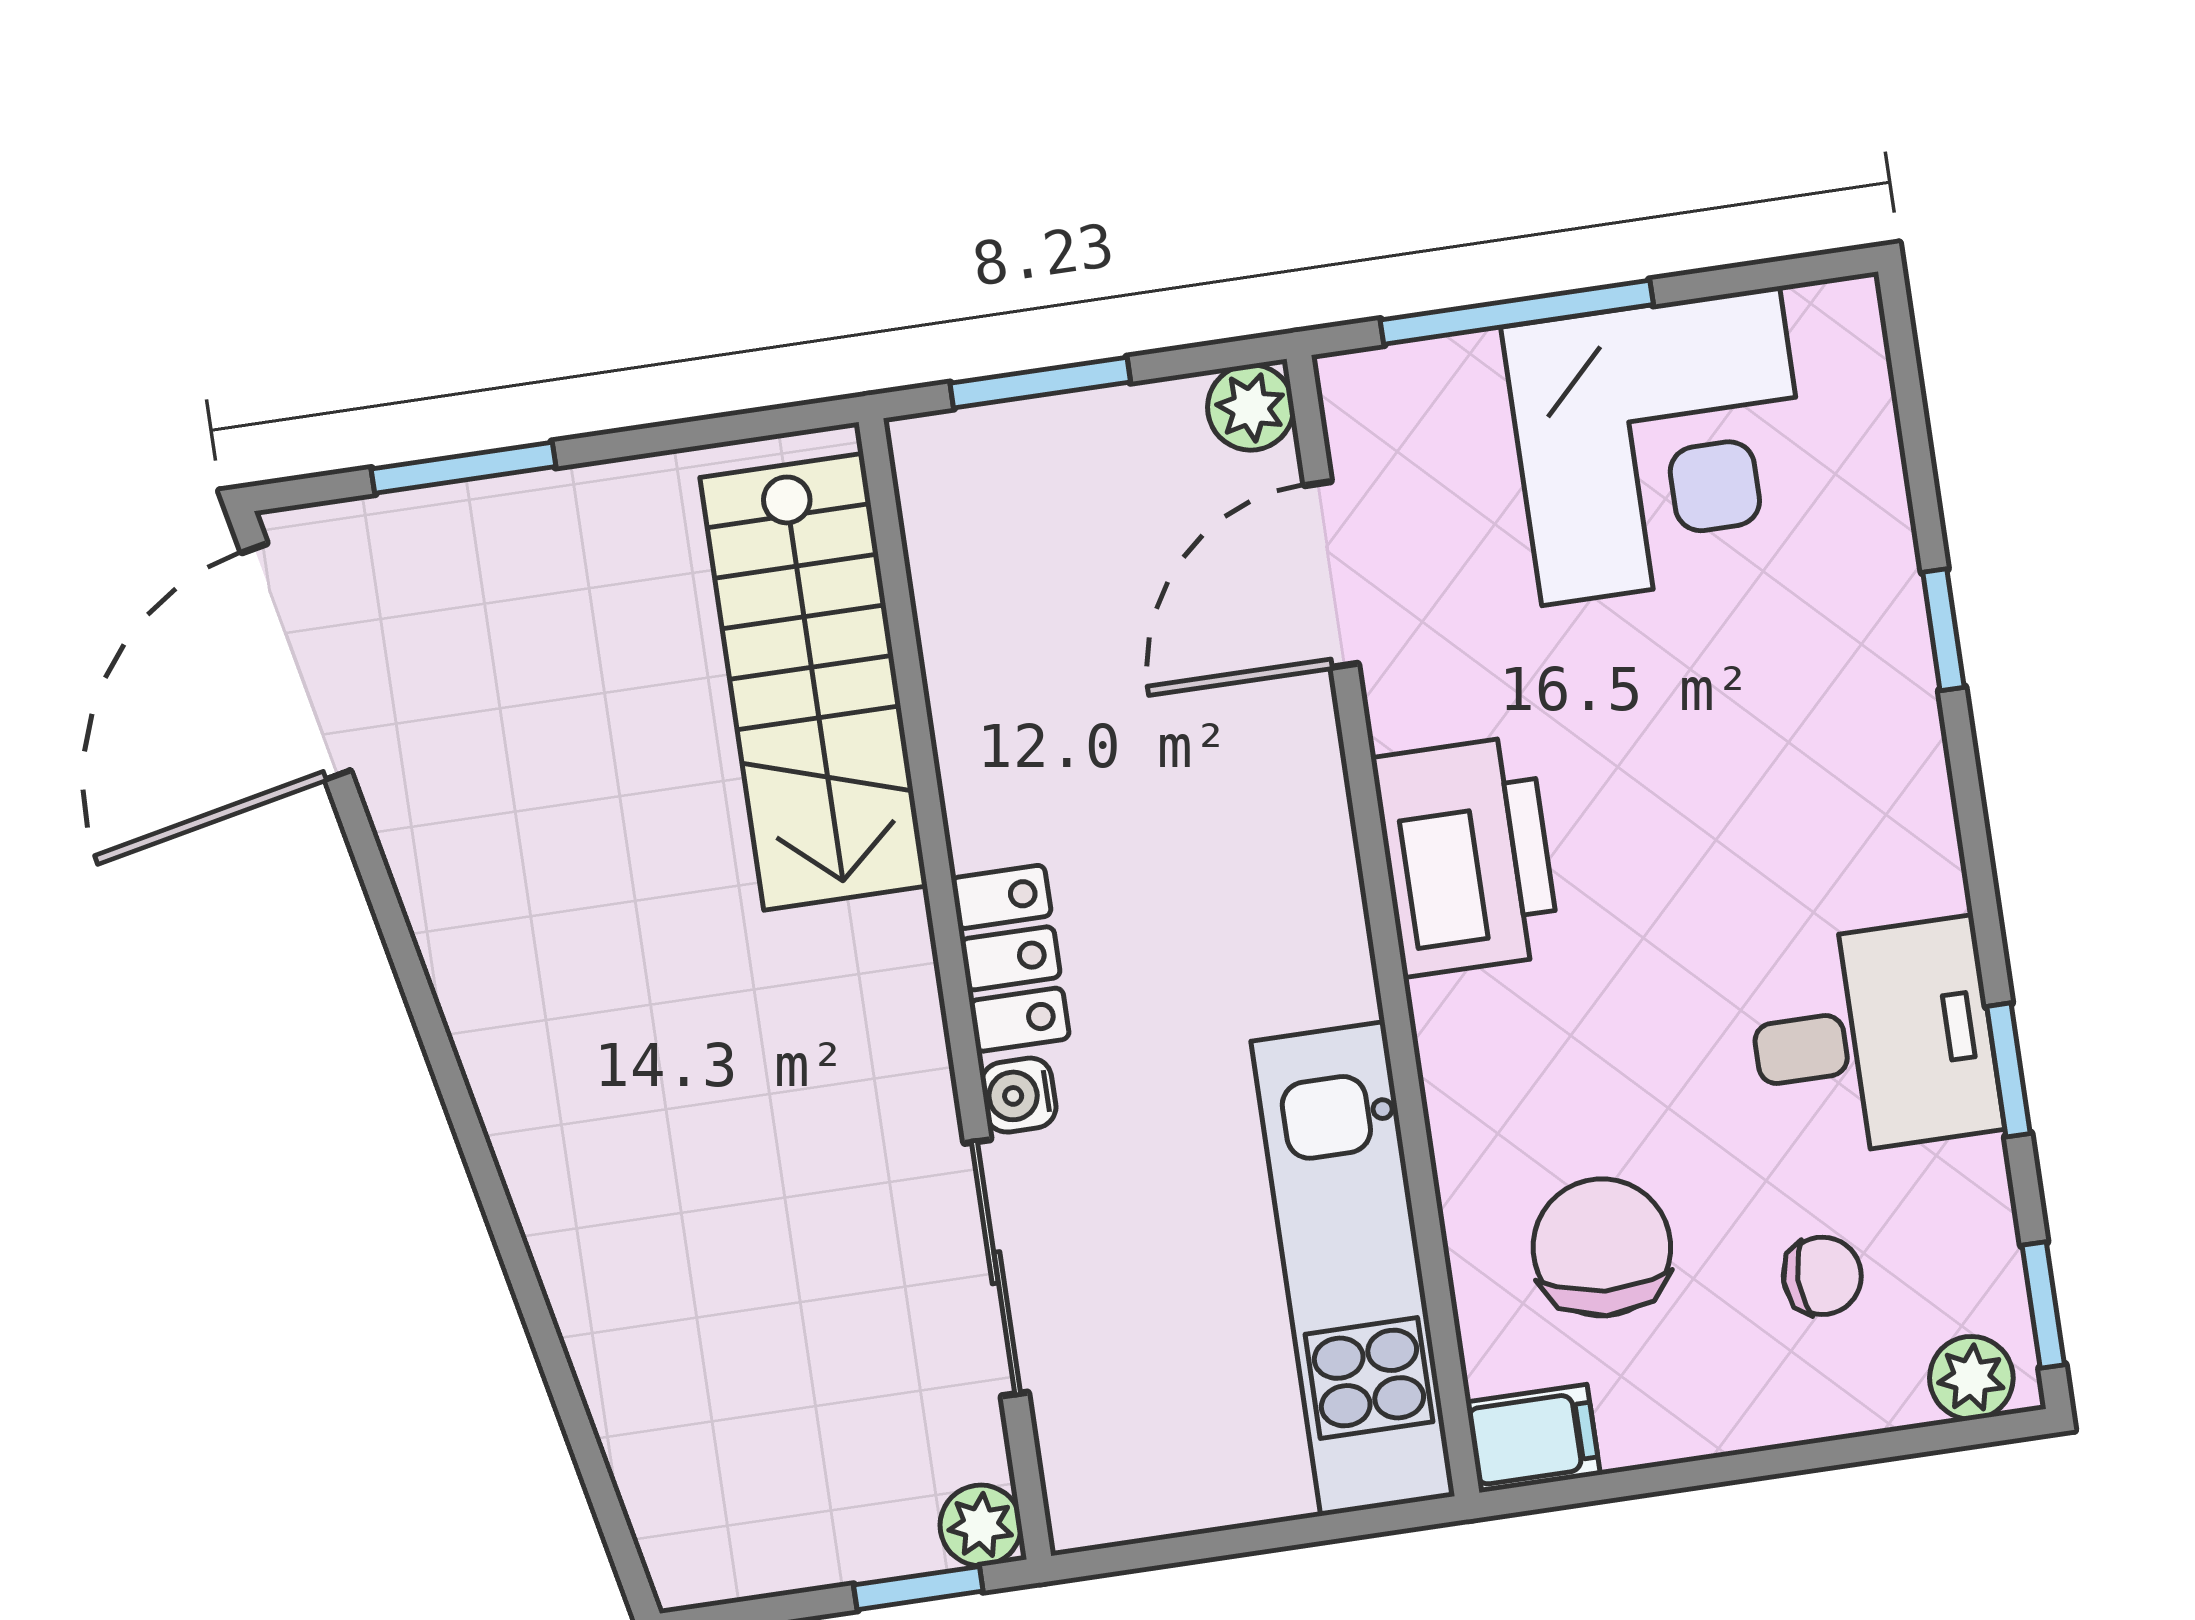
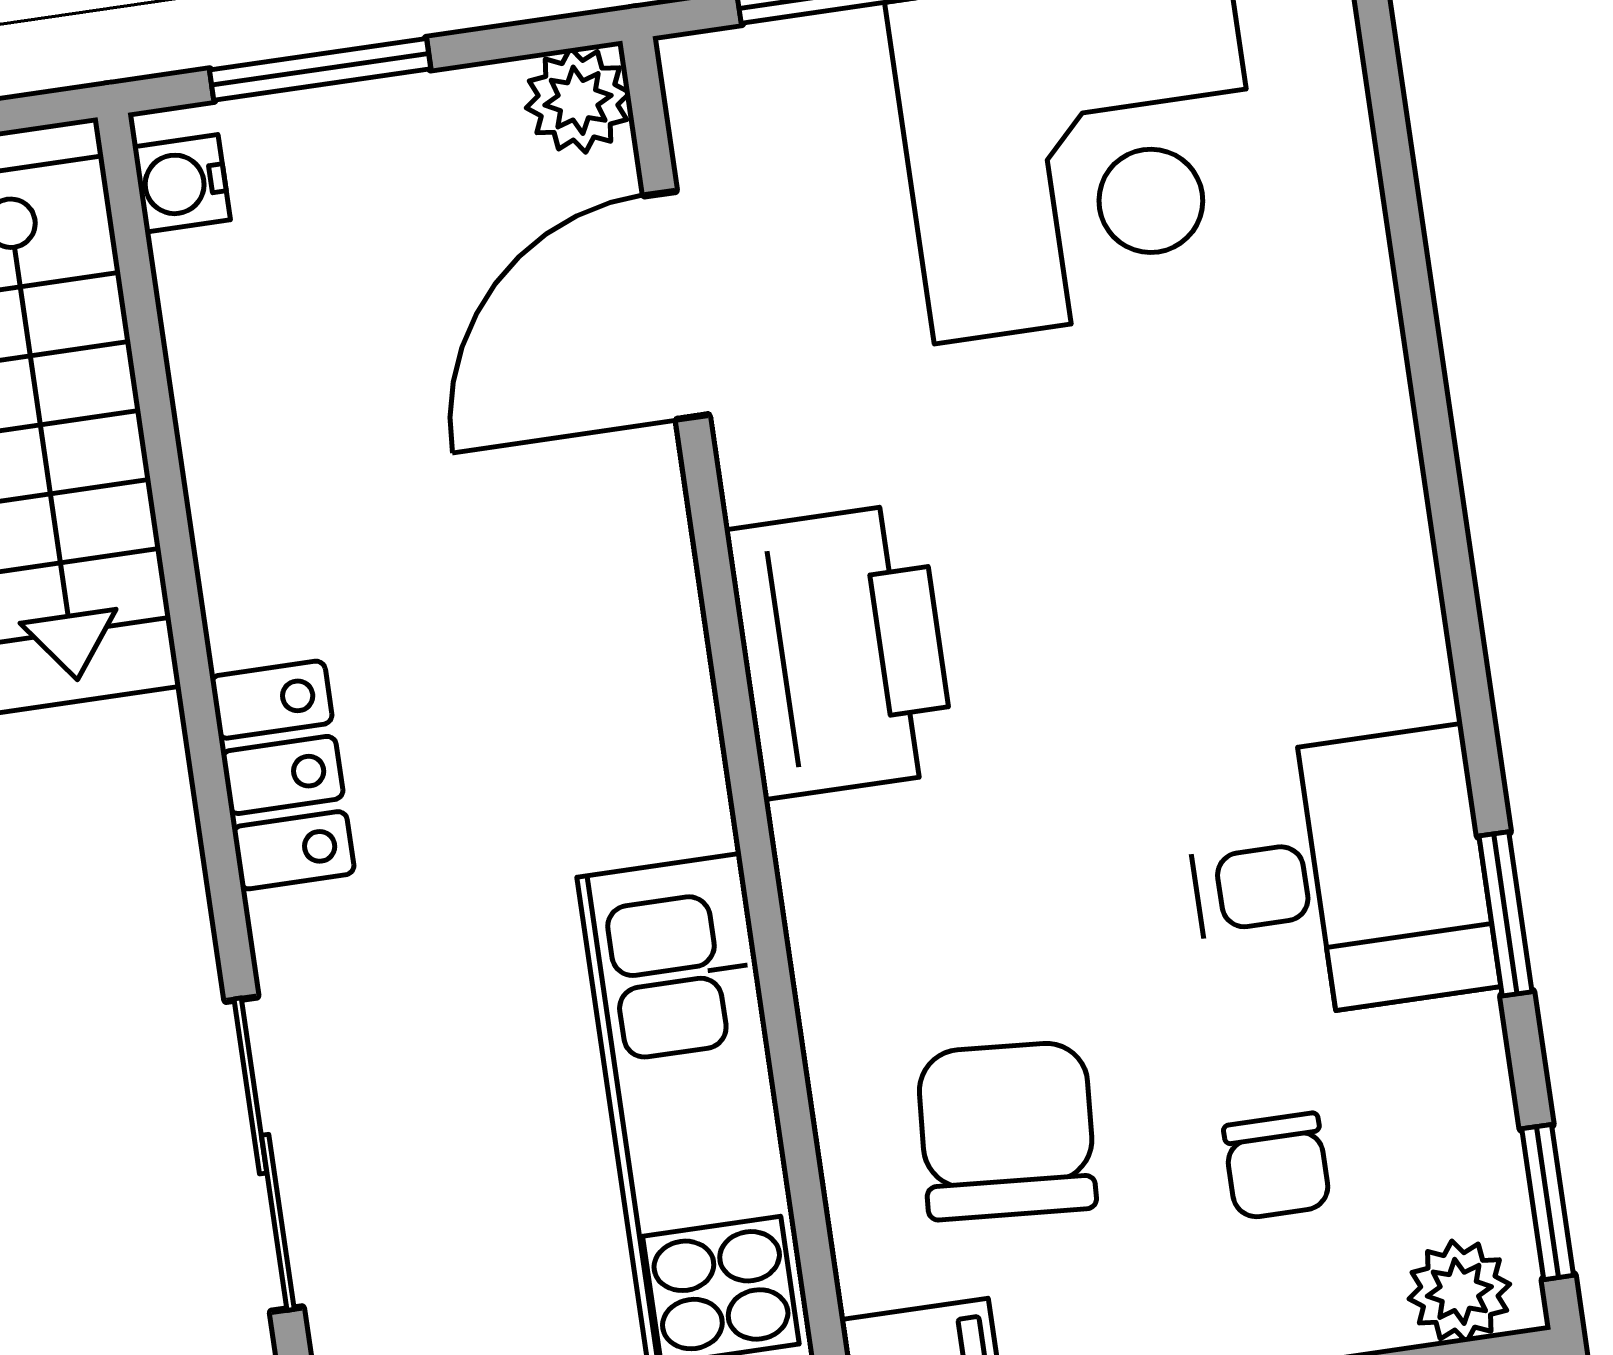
window: (1943, 630) -> (1427, 374), removed
water cooler: (1019, 1095) -> (181, 183), moved
chair: (1822, 1276) -> (1277, 1166), turned 90

